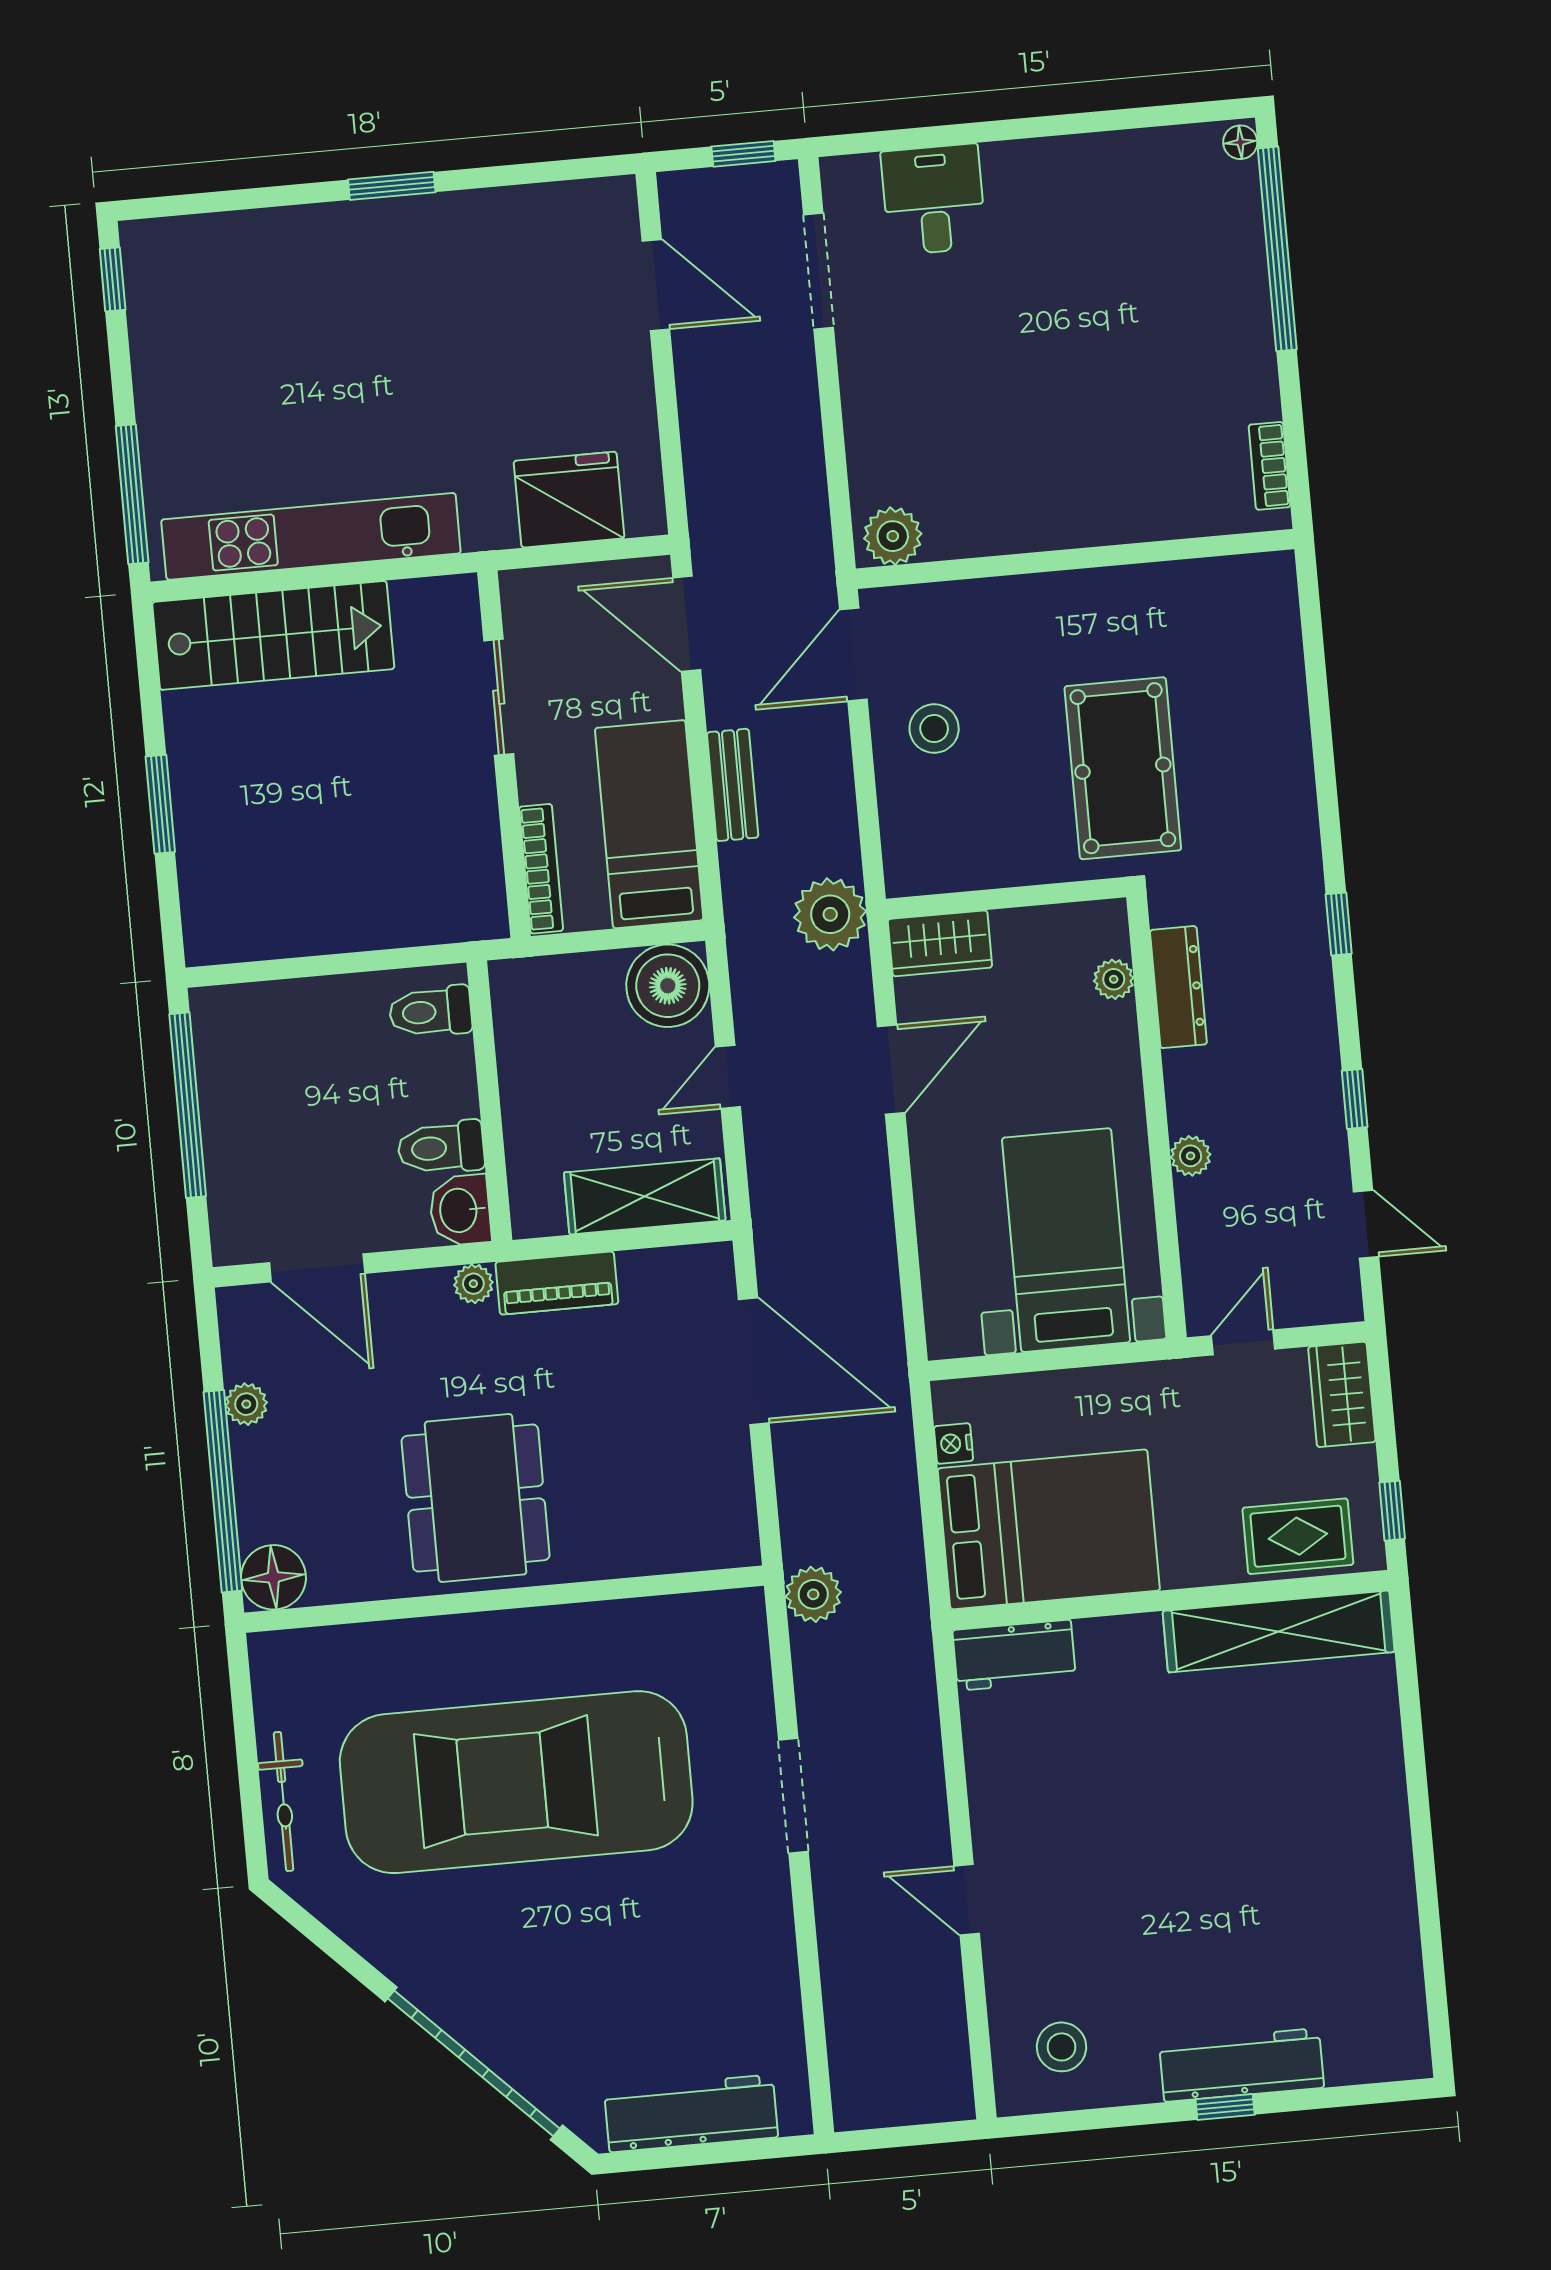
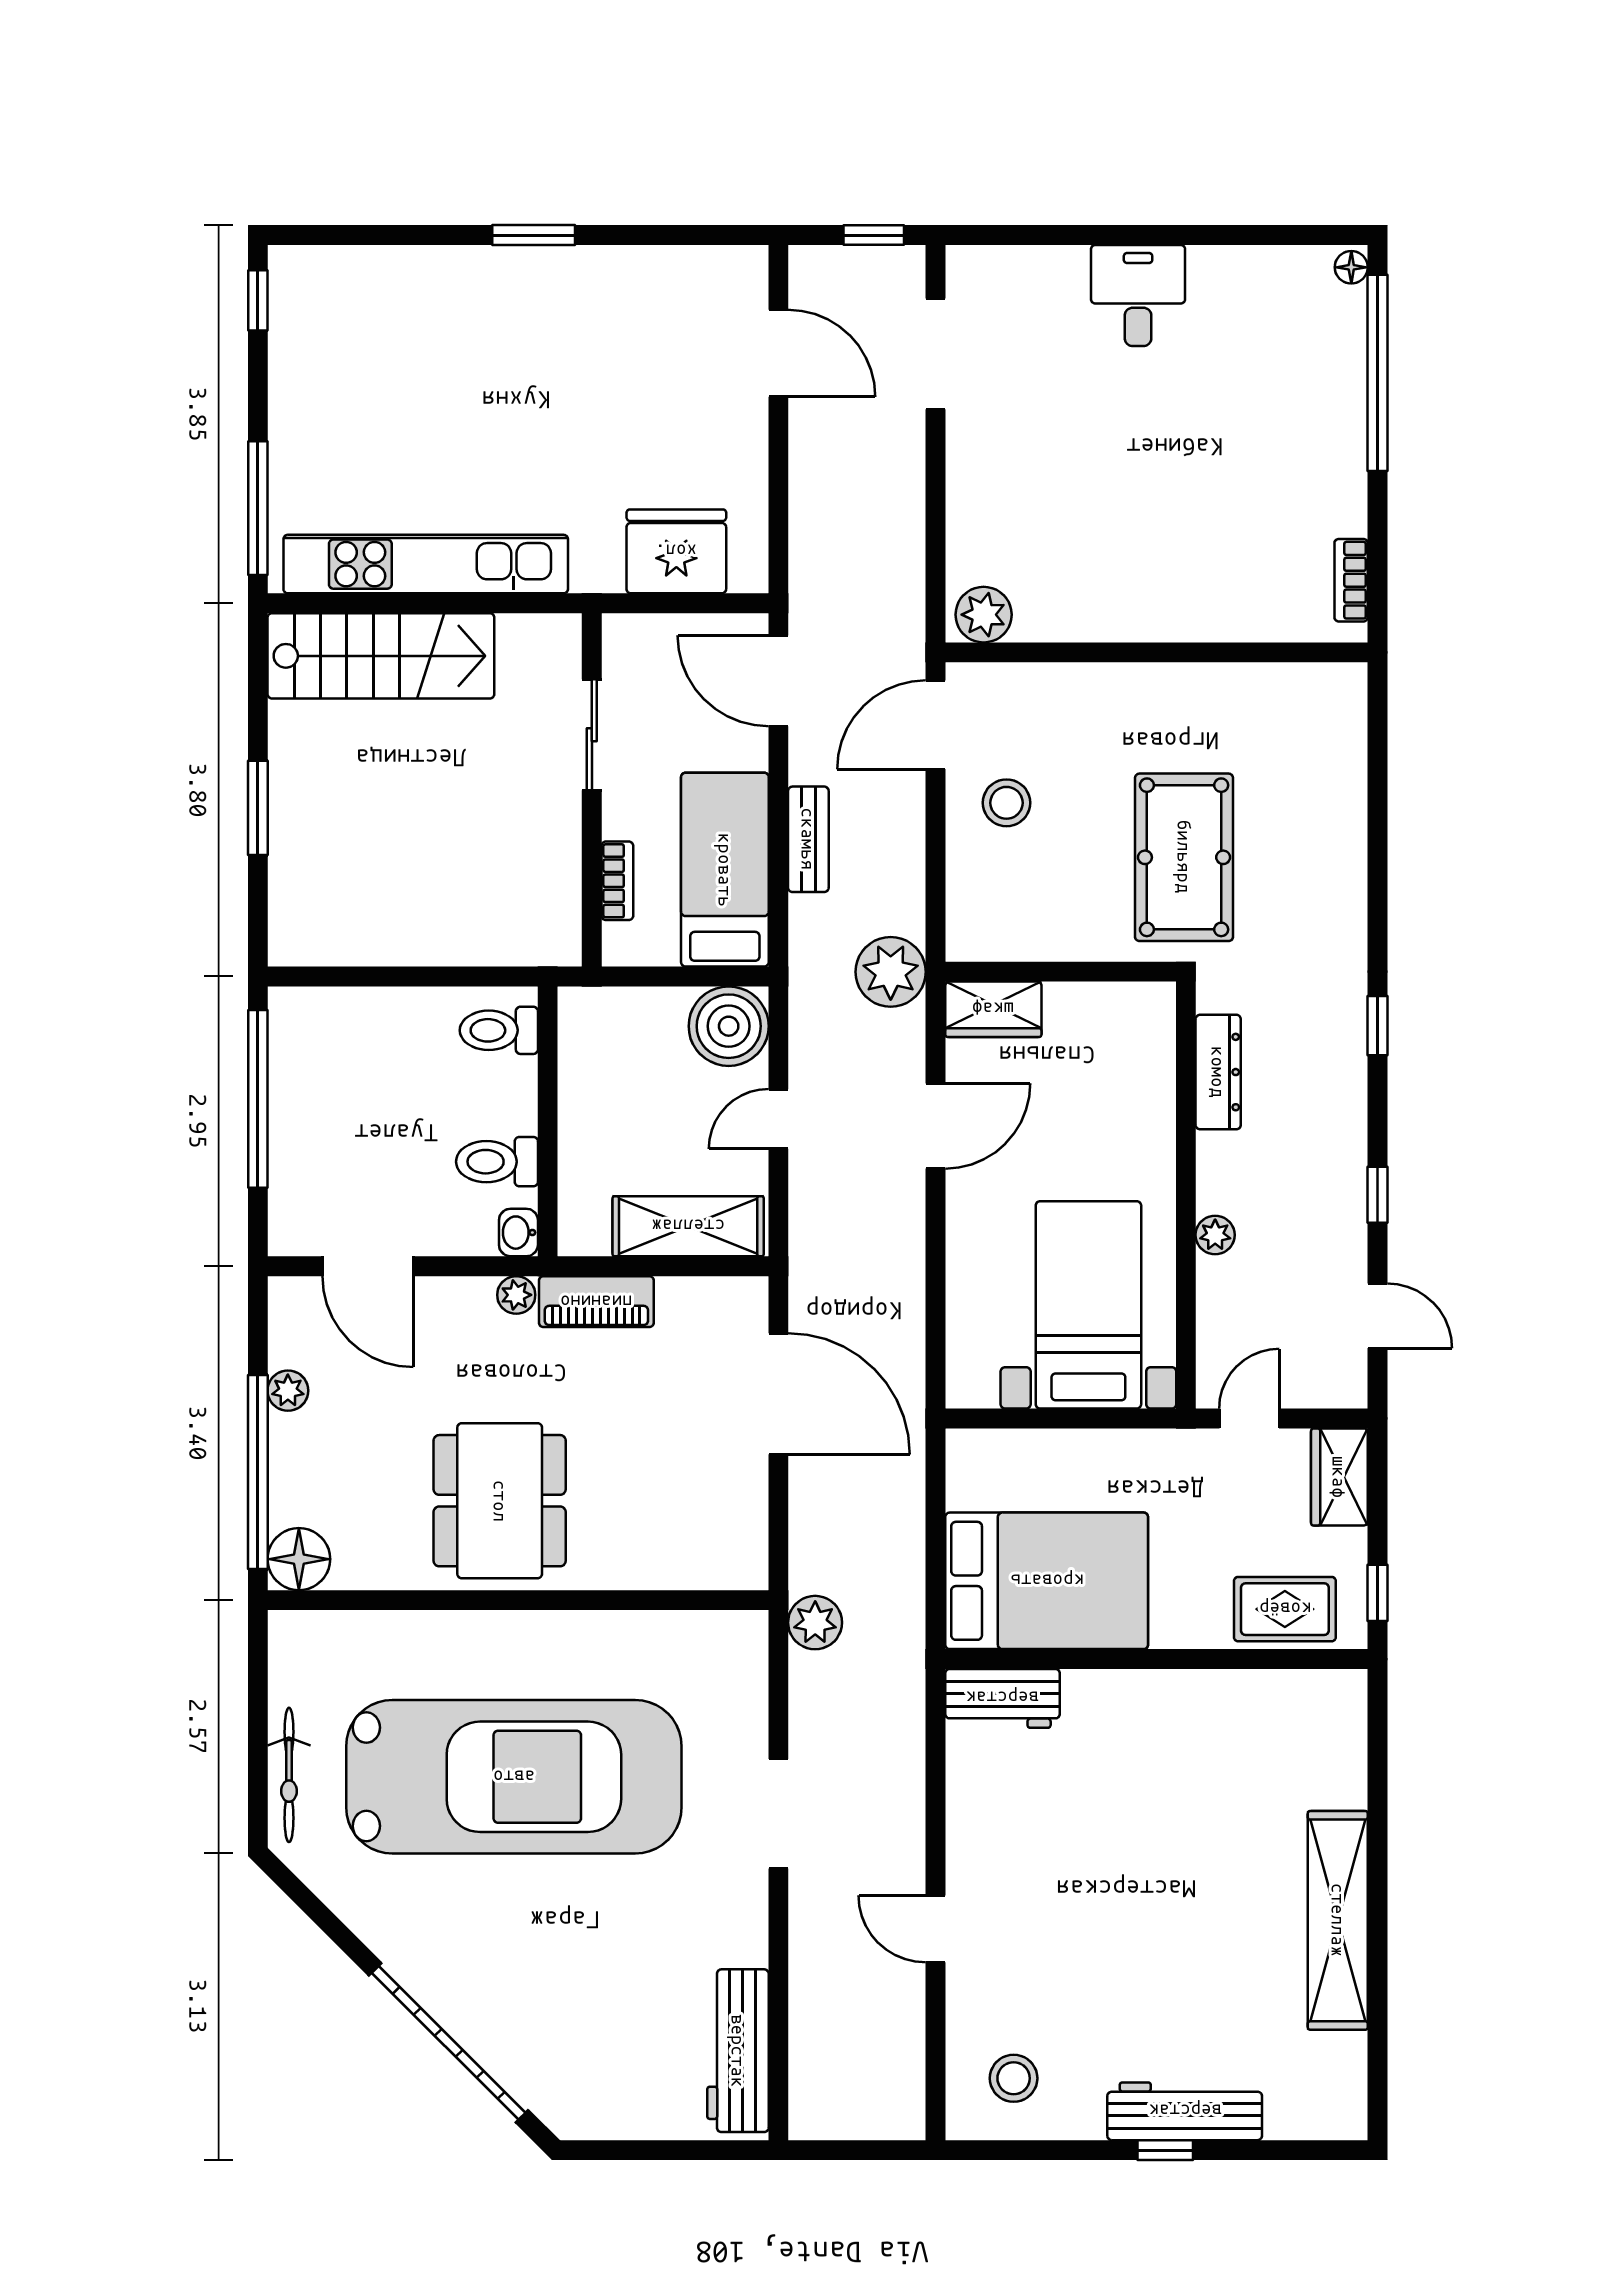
desk: (933, 200) -> (1138, 295), moved
bookcase: (541, 869) -> (617, 881), width x0.64
plant: (1114, 979) -> (1157, 1059), removed
washbasin: (460, 1210) -> (518, 1233), width x0.72, depth x0.69
nightstand: (954, 1443) -> (963, 1490), removed
shelving: (1279, 1631) -> (1338, 1920), moved, turned 90
car: (516, 1782) -> (514, 1777), turned 180
workbench: (691, 2113) -> (738, 2051), moved, turned -90

